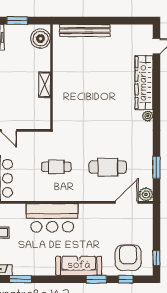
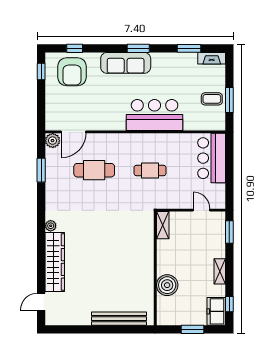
boiler: (41, 39) -> (167, 285), moved
shelving: (45, 85) -> (163, 225), moved
window: (96, 279) -> (138, 48), moved

